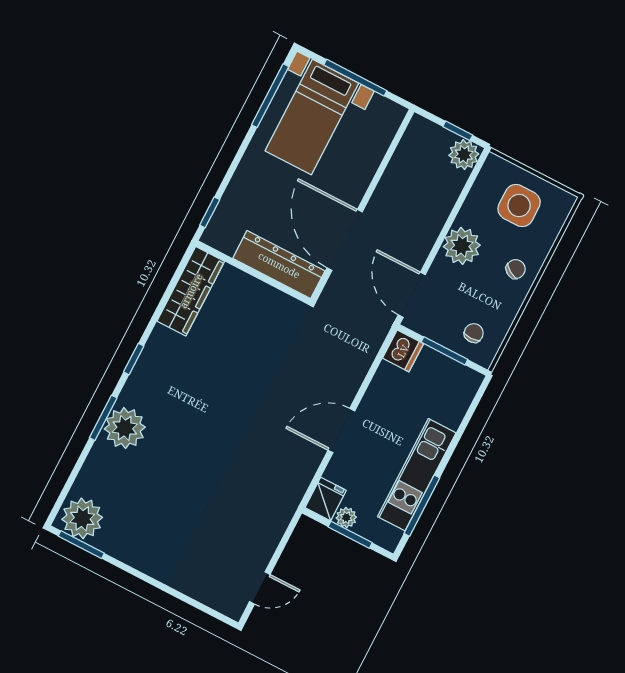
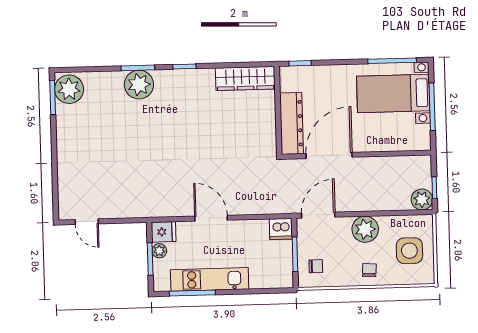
chair: (516, 269) -> (369, 270), turned -118

